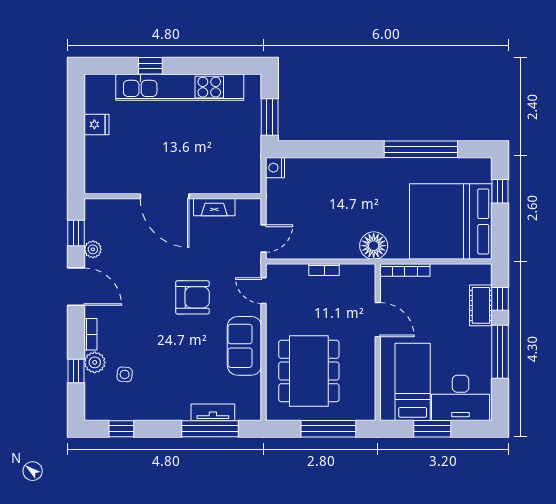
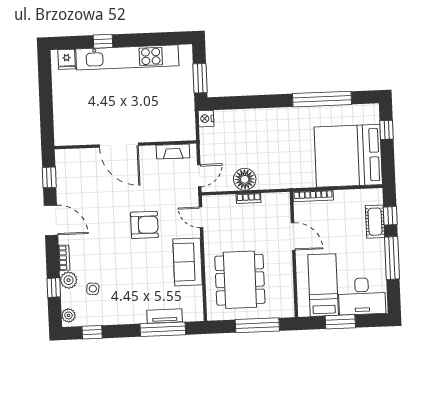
fridge: (96, 124) -> (67, 59), moved, turned 90
fireplace: (214, 207) -> (173, 151), moved
floor lamp: (374, 246) -> (245, 179), moved
plant: (93, 249) -> (68, 315), moved

